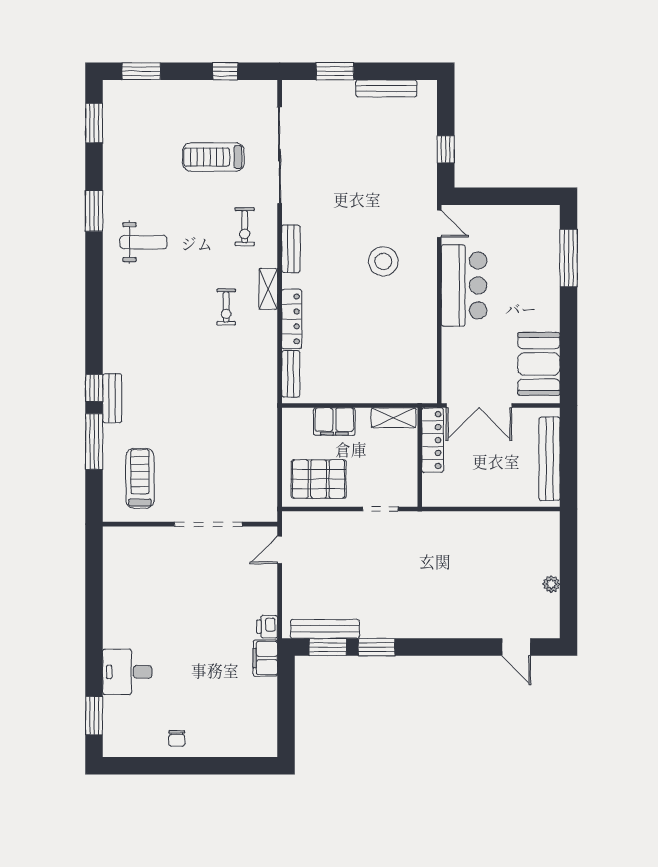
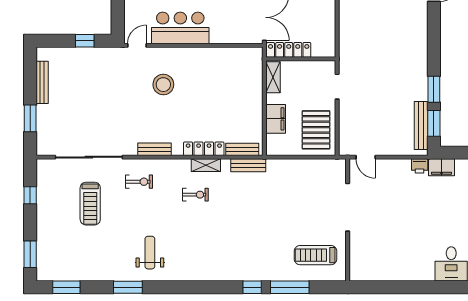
shelving: (268, 289) -> (206, 165), moved
bench: (112, 398) -> (248, 165), moved

